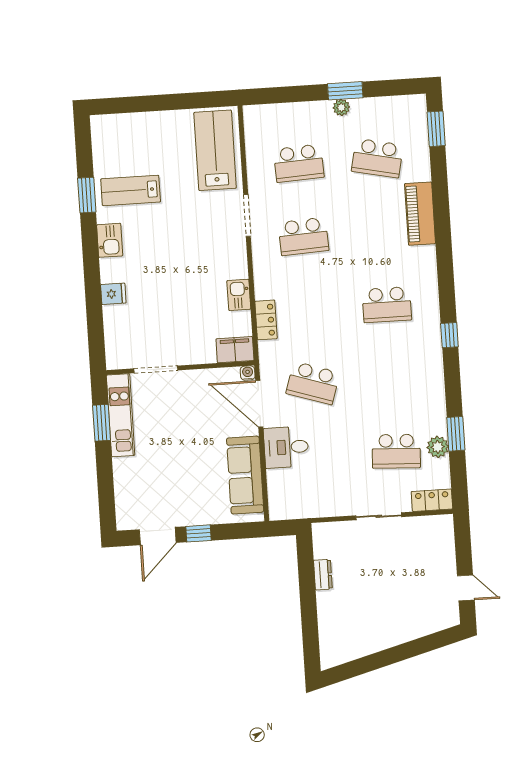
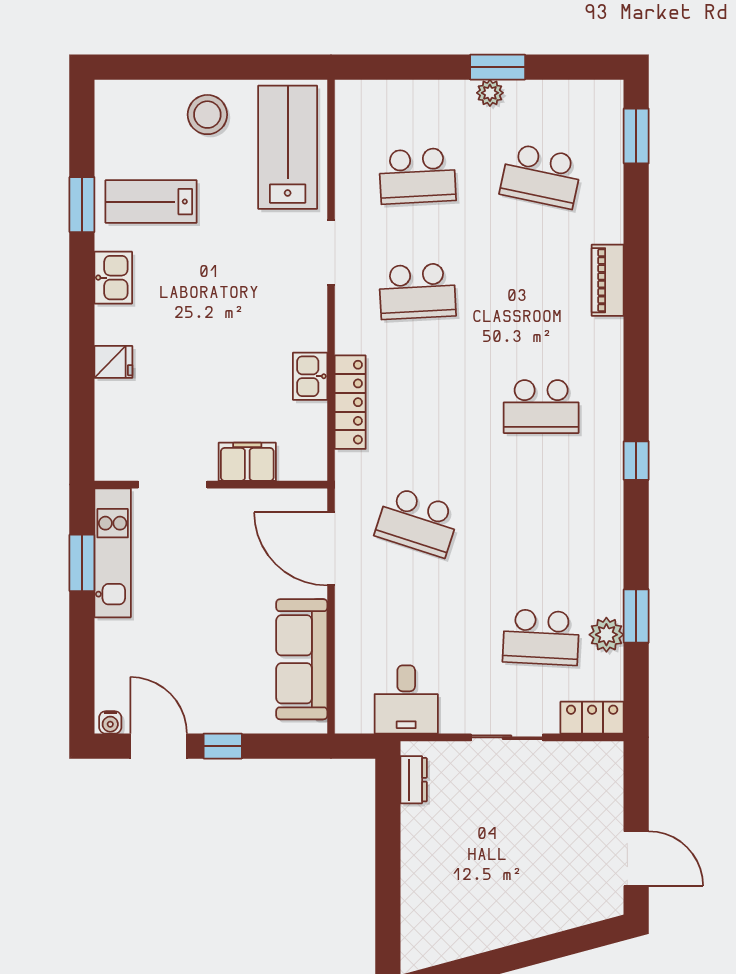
stool: (163, 133) -> (207, 115), added
piano: (420, 214) -> (608, 280), width x0.73, depth x0.75
locker: (266, 320) -> (350, 402), width x1.53
filing cabinet: (235, 350) -> (247, 462), moved
water cooler: (248, 373) -> (110, 722), moved, turned 180
desk: (286, 447) -> (406, 699), moved, turned -90
door: (158, 536) -> (159, 746), swing flipped
dresser: (323, 575) -> (414, 780), moved
door: (466, 588) -> (636, 859), width x1.38

